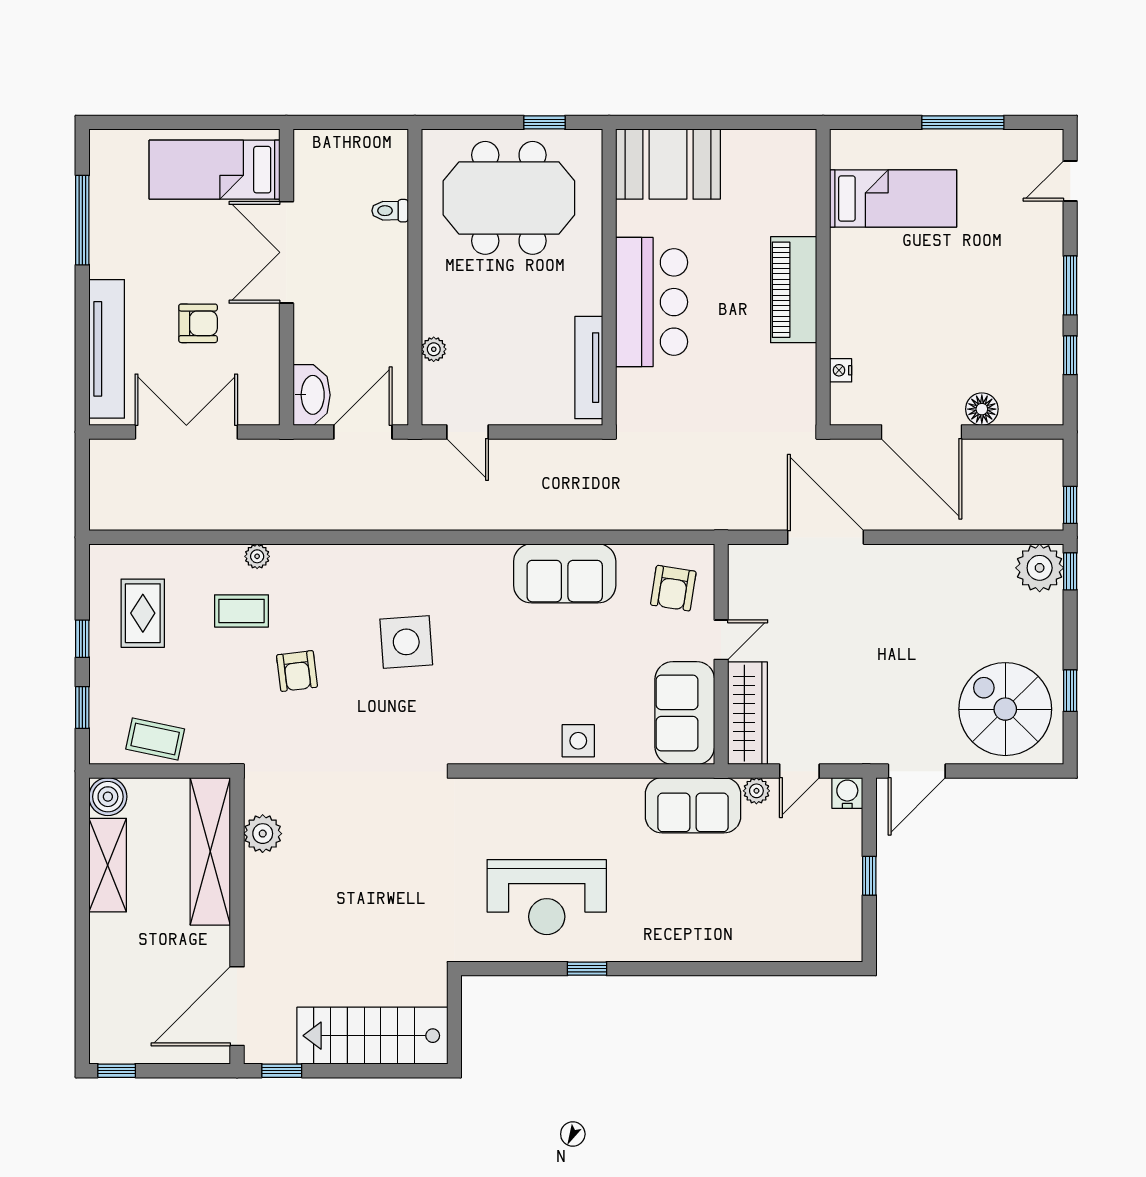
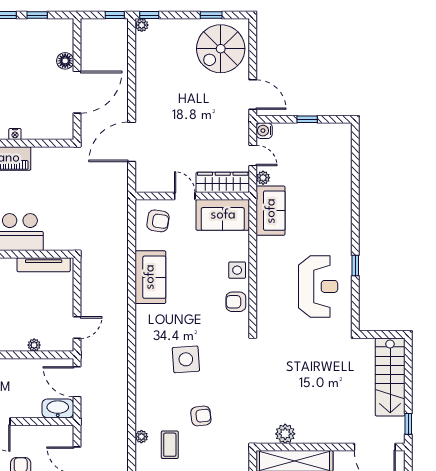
nightstand: (841, 370) -> (15, 134), moved
plant: (1040, 568) -> (142, 25), width x0.53, depth x0.53
armchair: (517, 738) -> (236, 302), added

